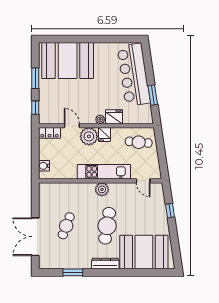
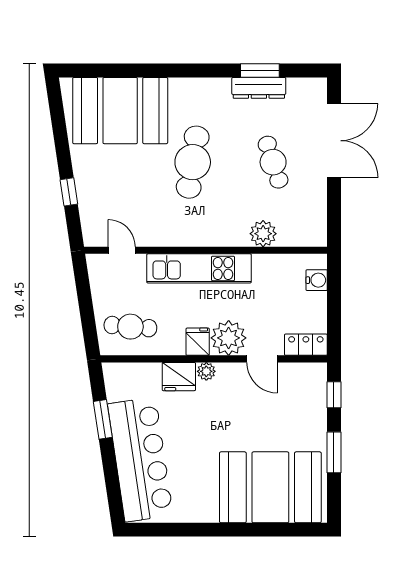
plant: (102, 189) -> (263, 234), moved
cafe table: (66, 226) -> (273, 162), turned -39
dresser: (105, 264) -> (259, 88), moved

